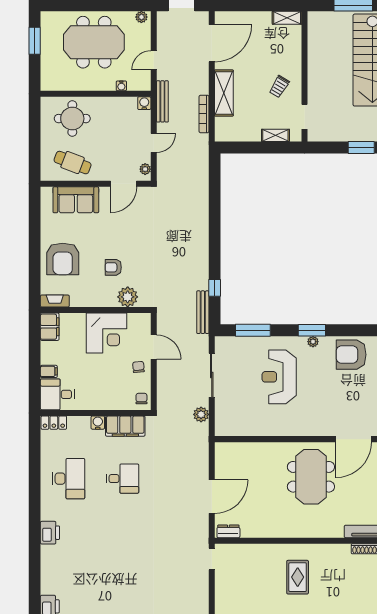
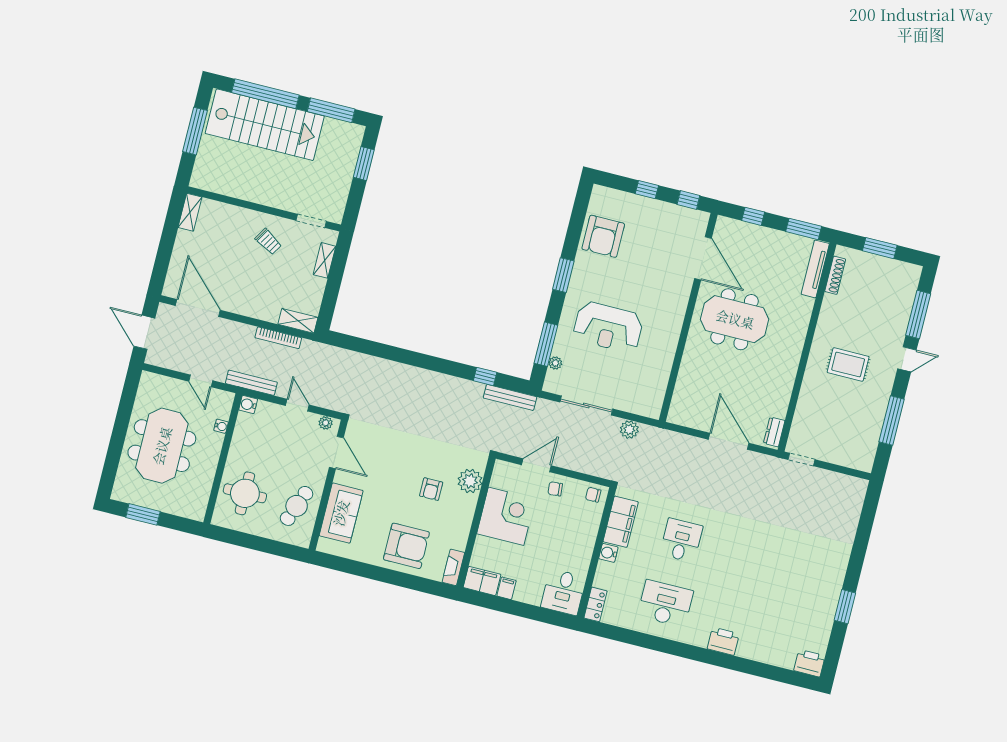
plant: (141, 17) -> (146, 383), removed
shelving: (224, 93) -> (298, 321), moved, width x0.67, depth x0.75
plant: (313, 342) -> (555, 363), moved
filing cabinet: (49, 371) -> (507, 588), moved

